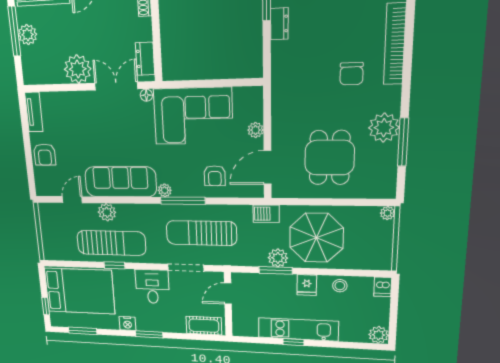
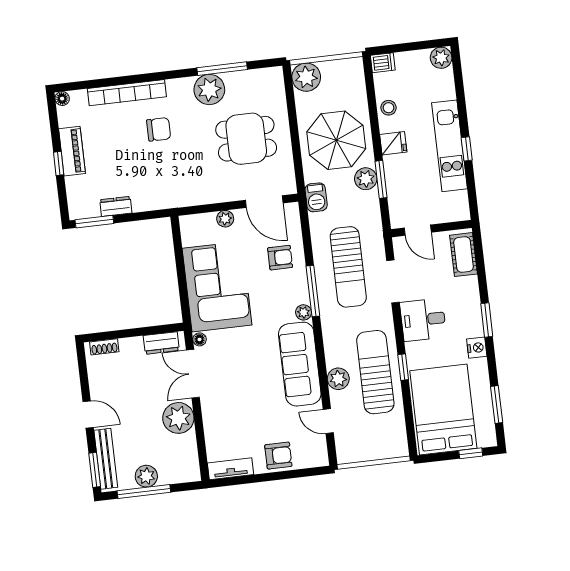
plant: (388, 213) -> (306, 77), width x1.87, depth x1.87

